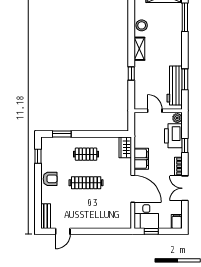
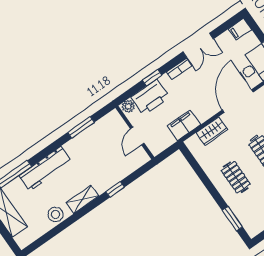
workbench: (175, 86) -> (45, 169), moved
wardrobe: (125, 147) -> (212, 131), moved
filing cabinet: (141, 159) -> (184, 125), moved

